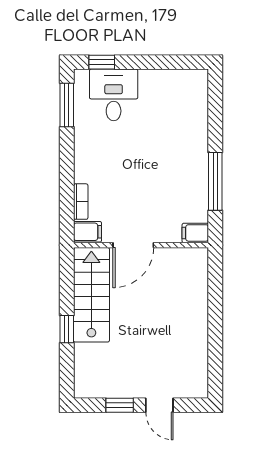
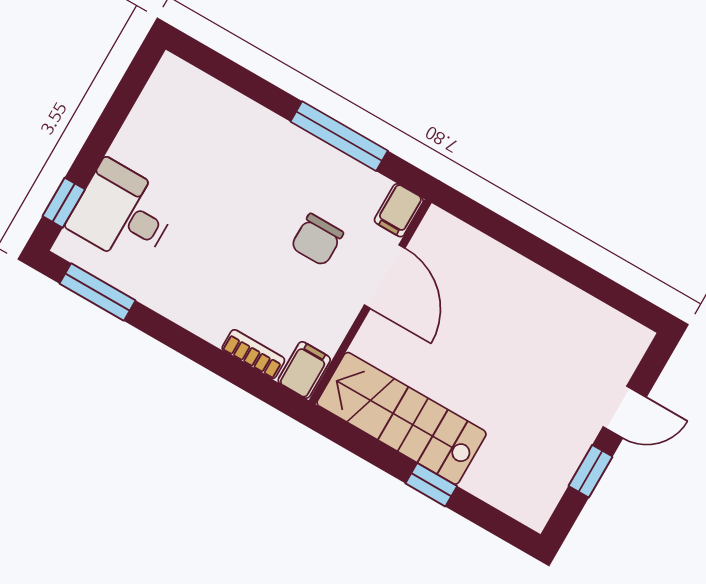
chair: (157, 200) -> (317, 240), added
door: (133, 245) -> (385, 277), moved

